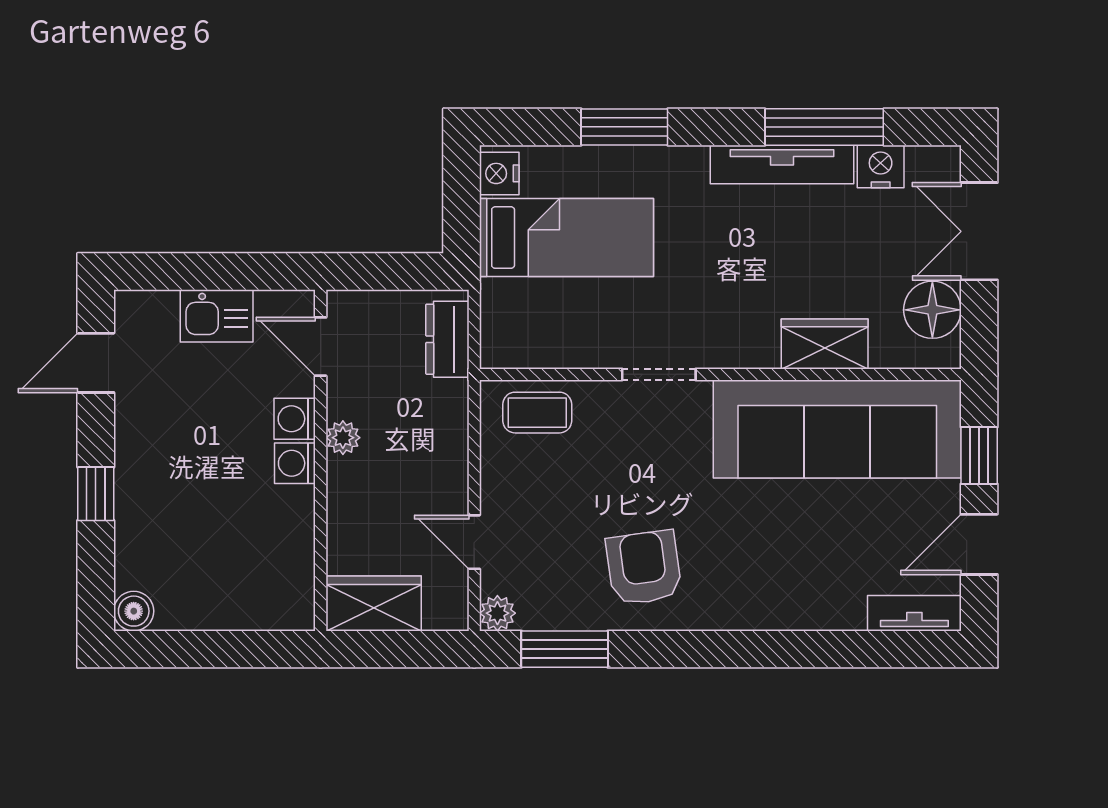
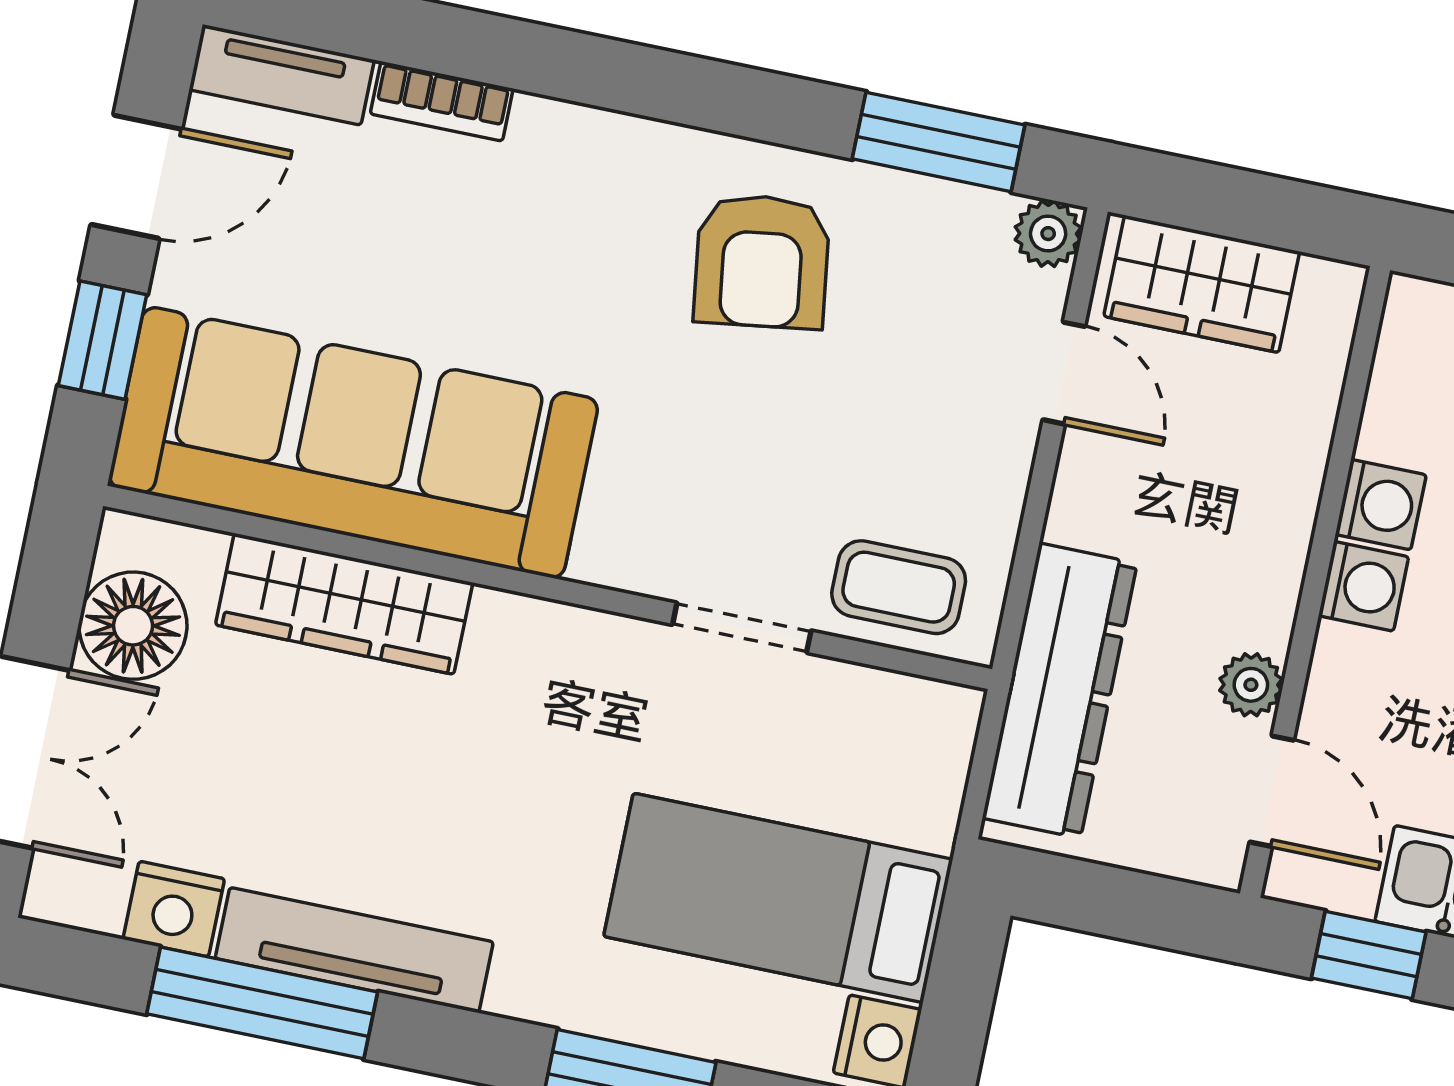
window: (252, 272) -> (1369, 955), added
dresser: (447, 339) -> (1060, 691), width x1.96, depth x1.24
wardrobe: (825, 344) -> (344, 604), width x1.50
doorway: (659, 374) -> (742, 628), moved
washing machine: (295, 419) -> (1381, 505), moved
plant: (343, 438) -> (1251, 685), moved
wardrobe: (374, 603) -> (1202, 284), moved
bookcase: (828, 617) -> (442, 101), added

